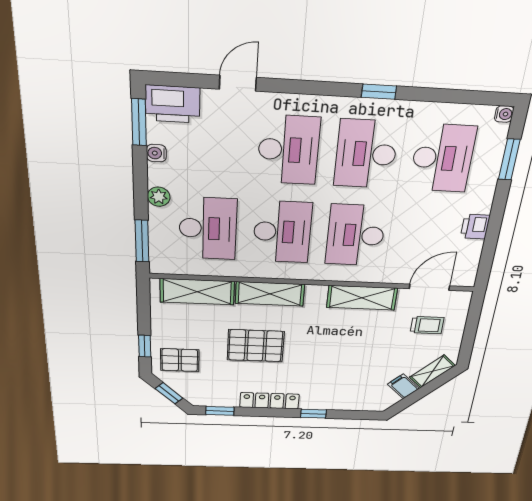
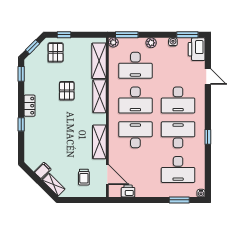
printer: (475, 227) -> (128, 191), moved
plant: (159, 266) -> (113, 42), added
pallet: (256, 346) -> (67, 91), width x0.67, depth x0.71
locker: (269, 401) -> (30, 106), width x0.66

